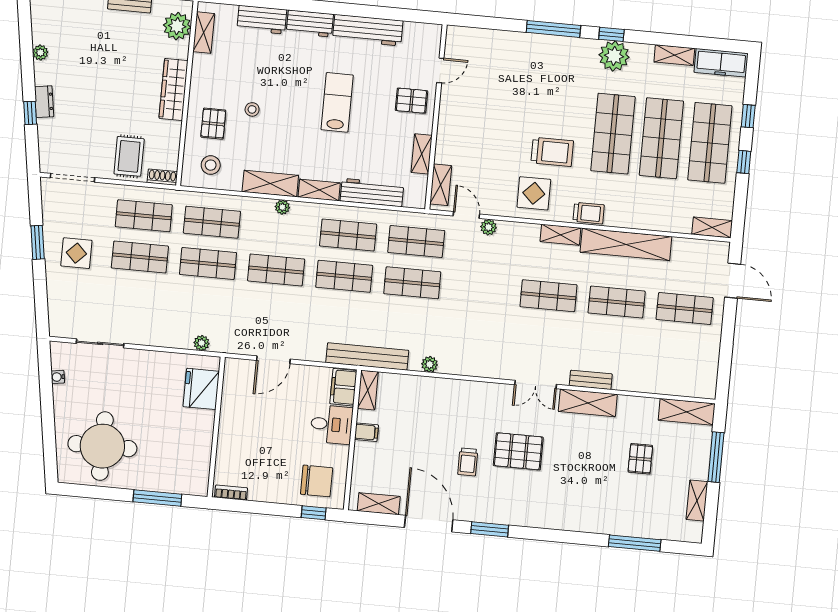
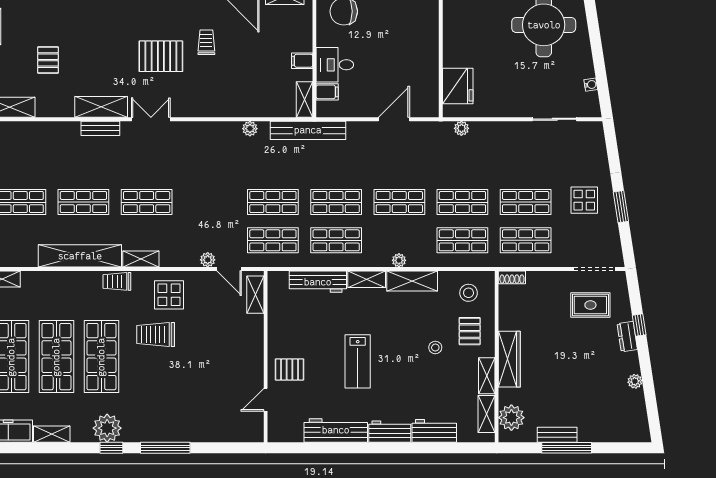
shelving: (422, 154) -> (487, 376), moved
rug: (129, 156) -> (590, 305), moved, turned 90
filing cabinet: (343, 387) -> (327, 92), width x0.50

